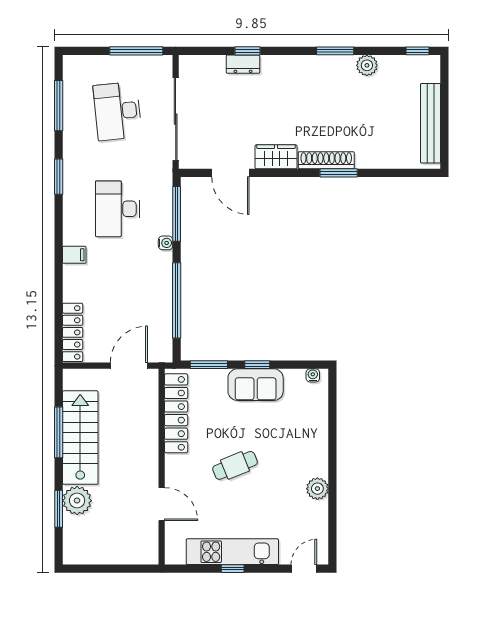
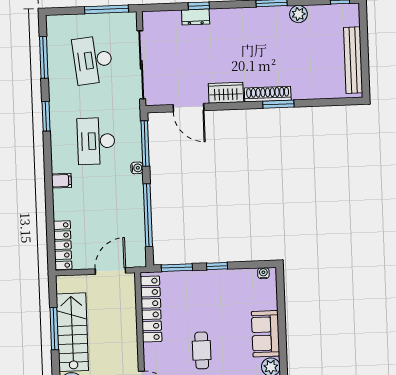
sofa: (256, 385) -> (266, 334), moved, turned 90
cafe table: (235, 465) -> (202, 350), turned -68

